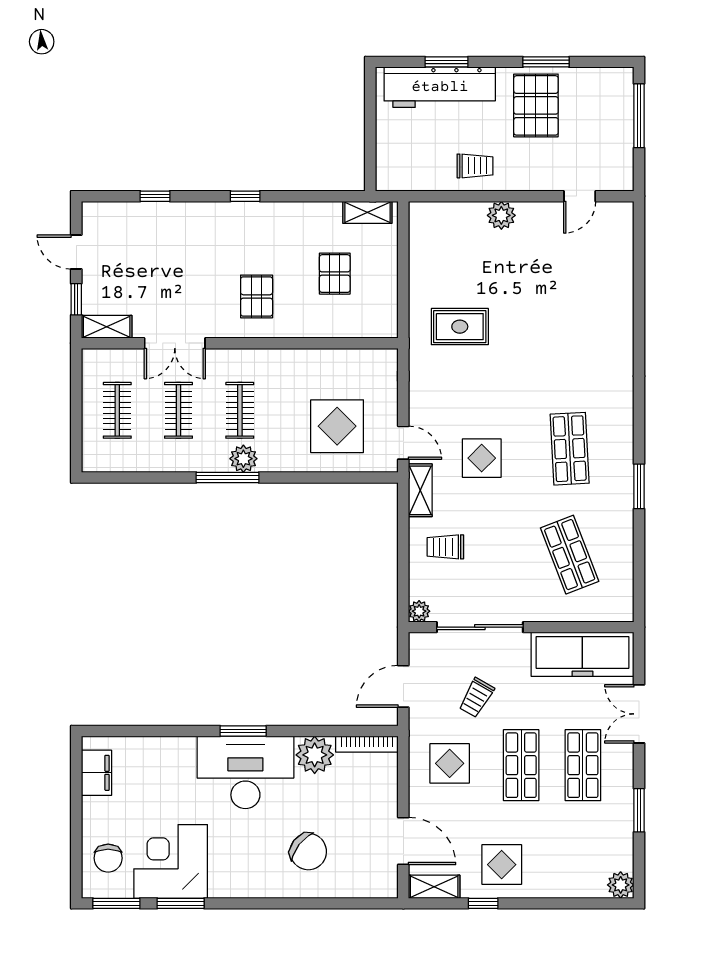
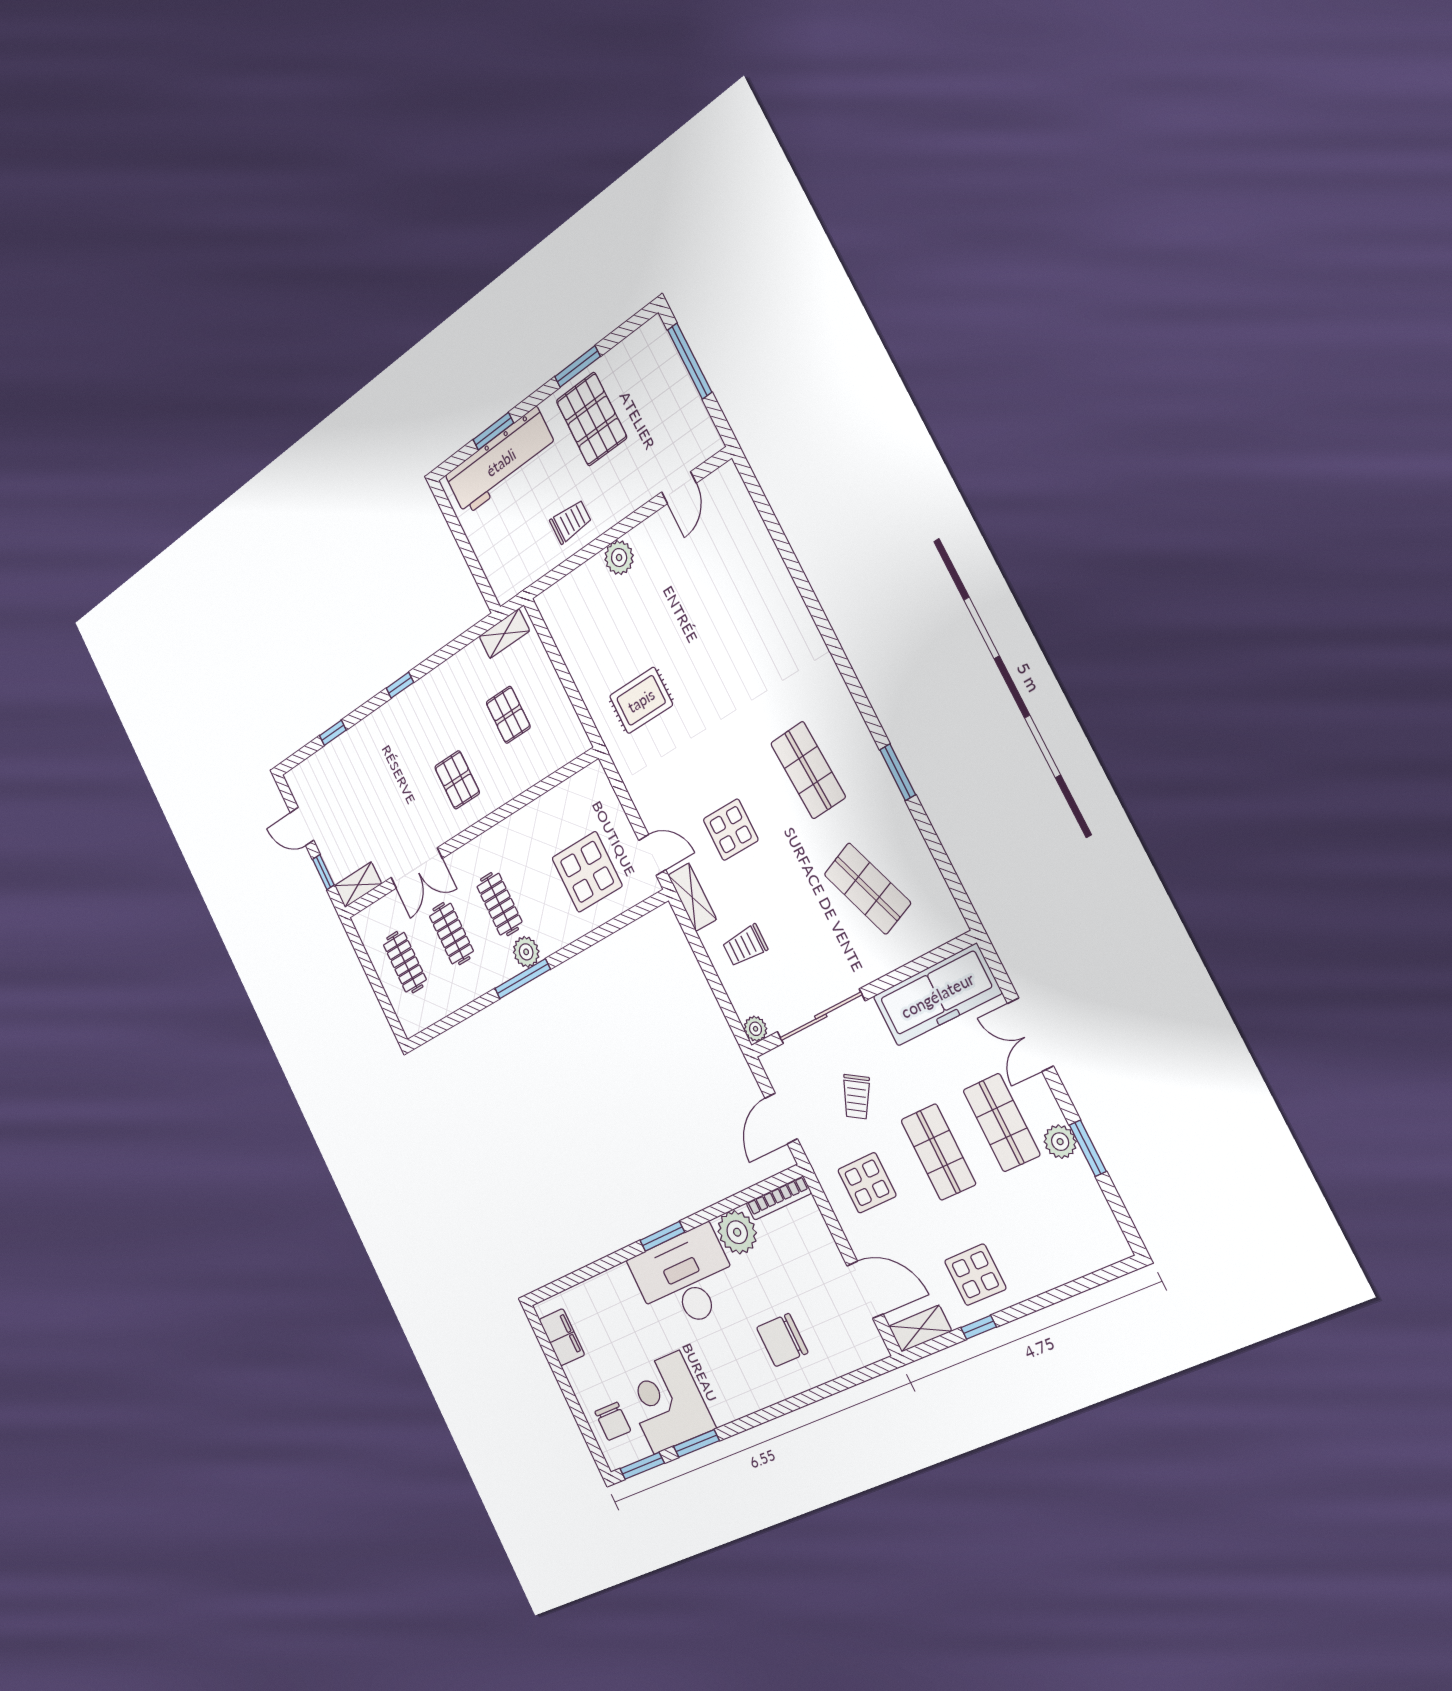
chair: (308, 852) -> (782, 1340), turned 142
plant: (621, 885) -> (1060, 1142), moved

